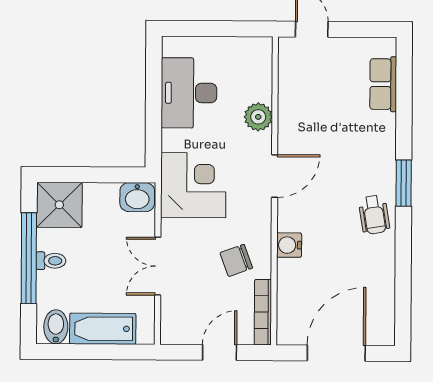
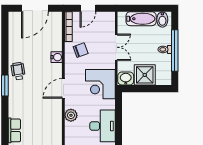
shower: (59, 205) -> (145, 75), moved

